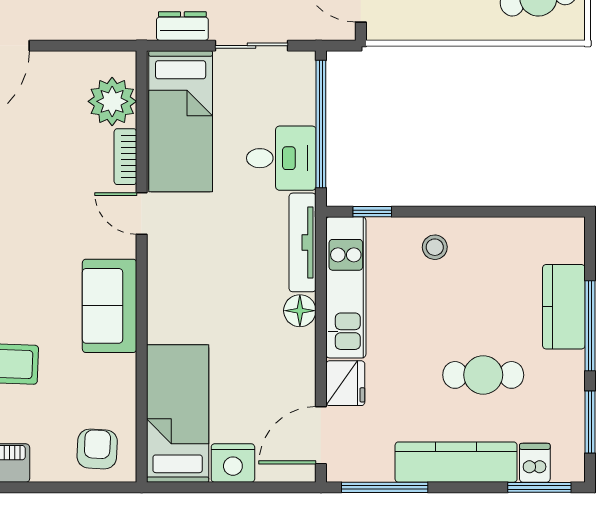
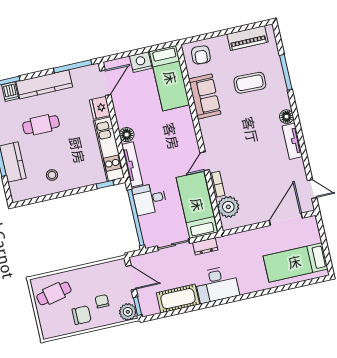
door: (142, 214) -> (205, 161), swing flipped
stool: (435, 247) -> (52, 175), moved
sofa: (110, 306) -> (205, 97), moved

